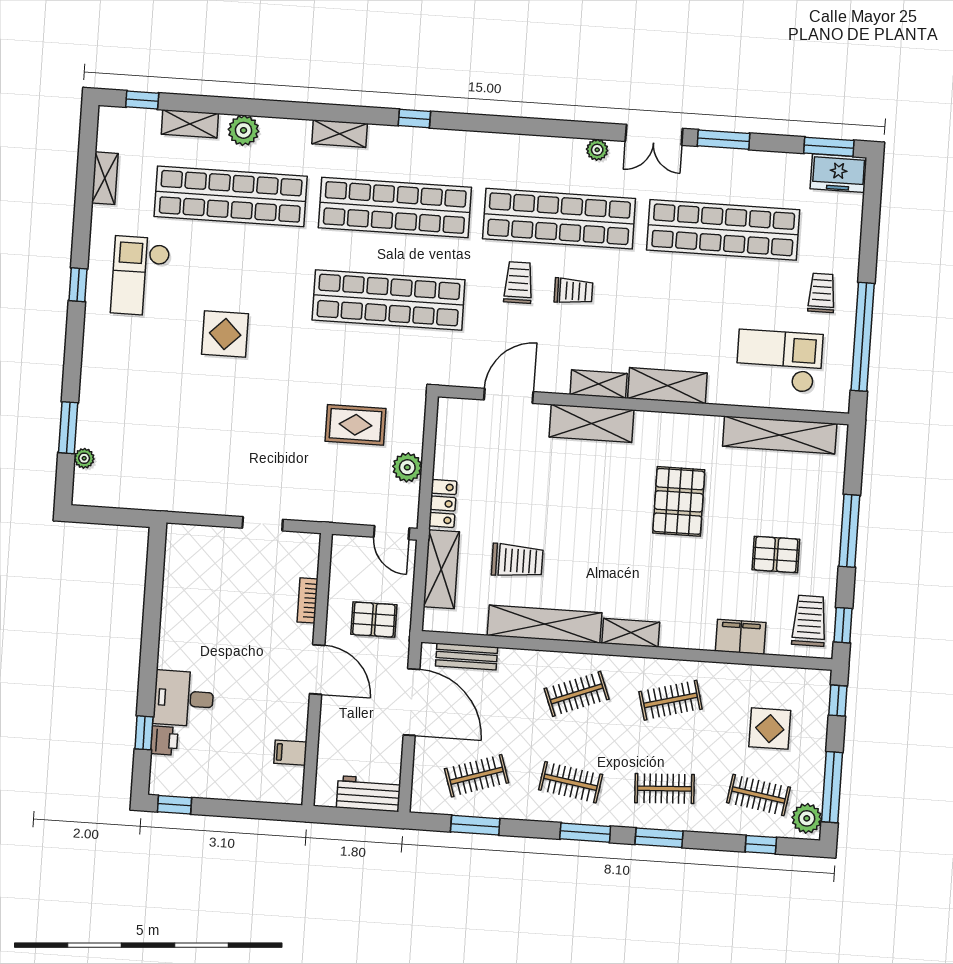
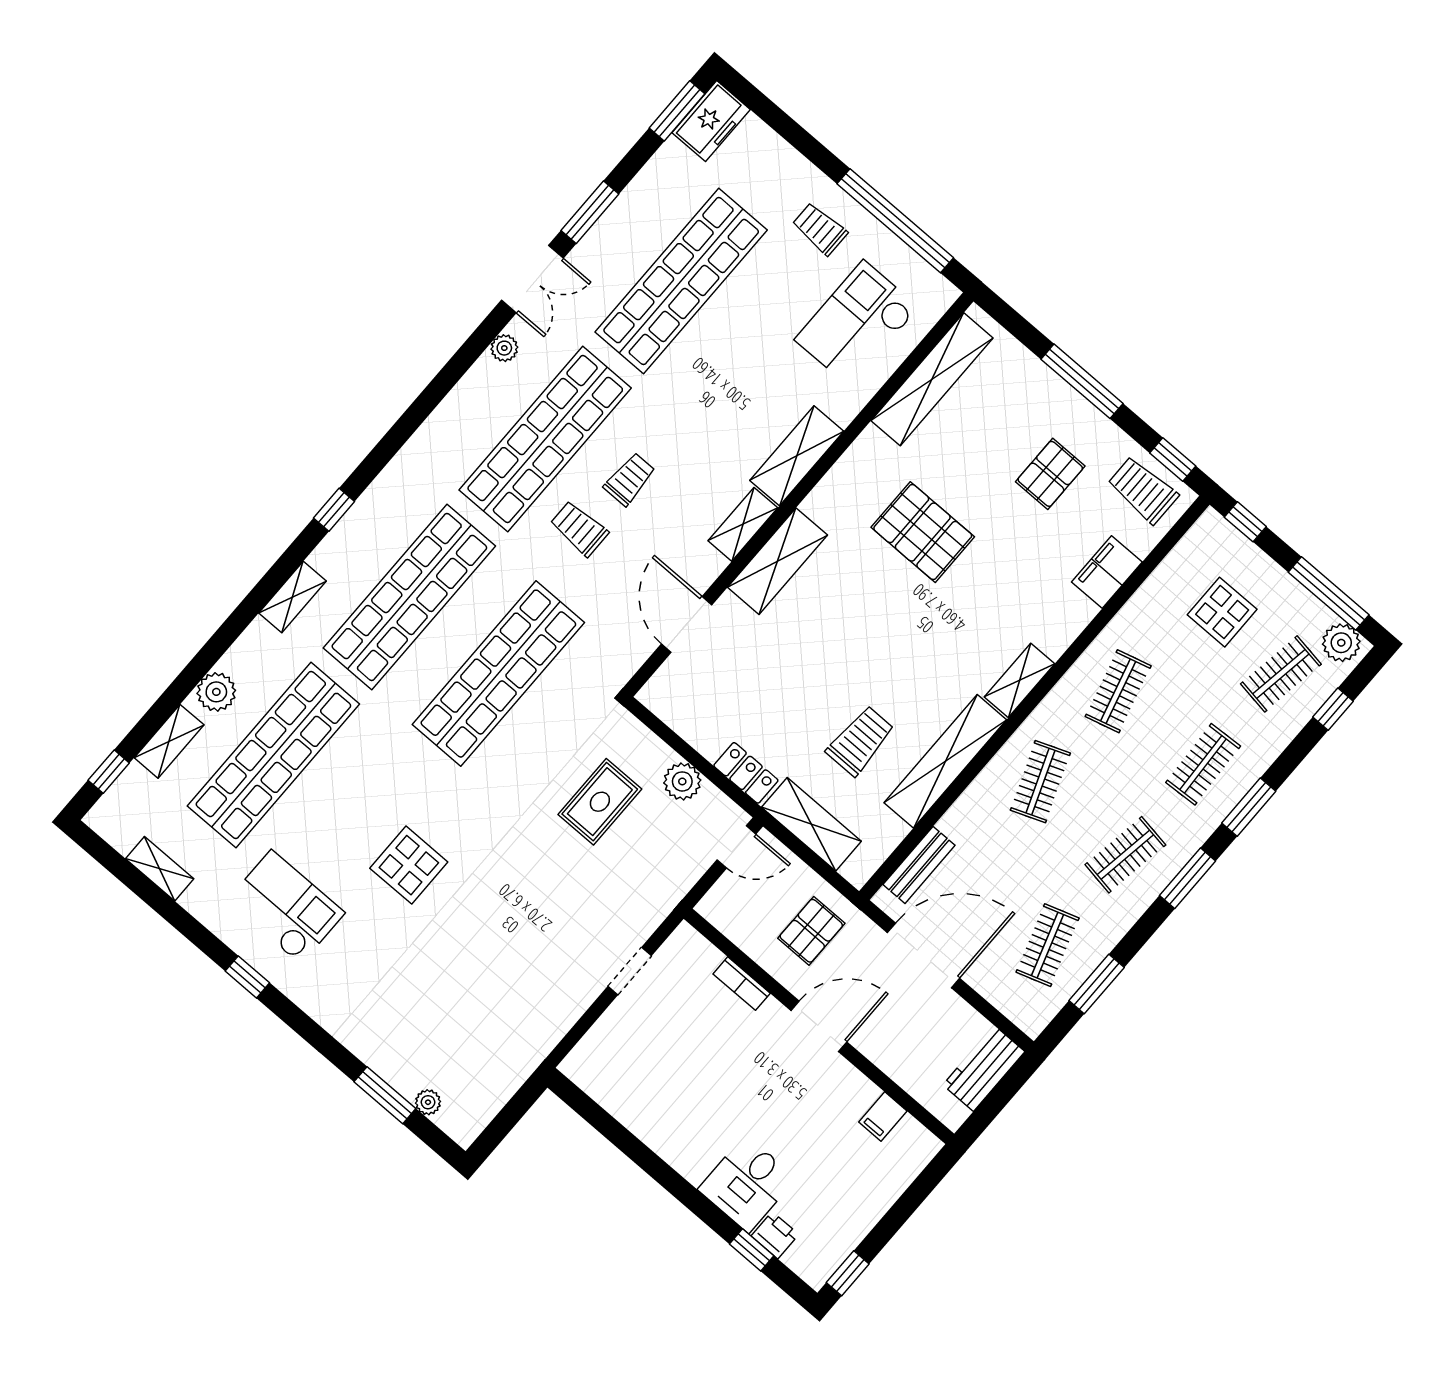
checkout: (140, 276) -> (286, 907), turned 180

